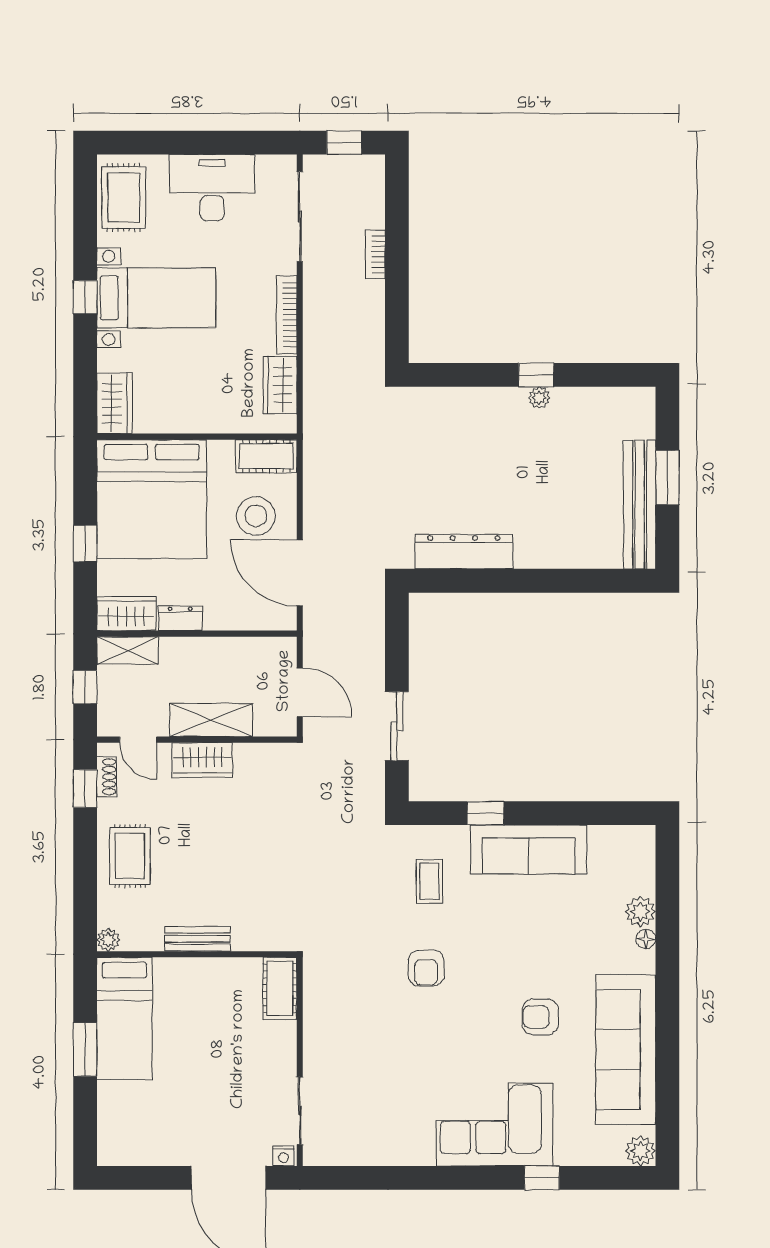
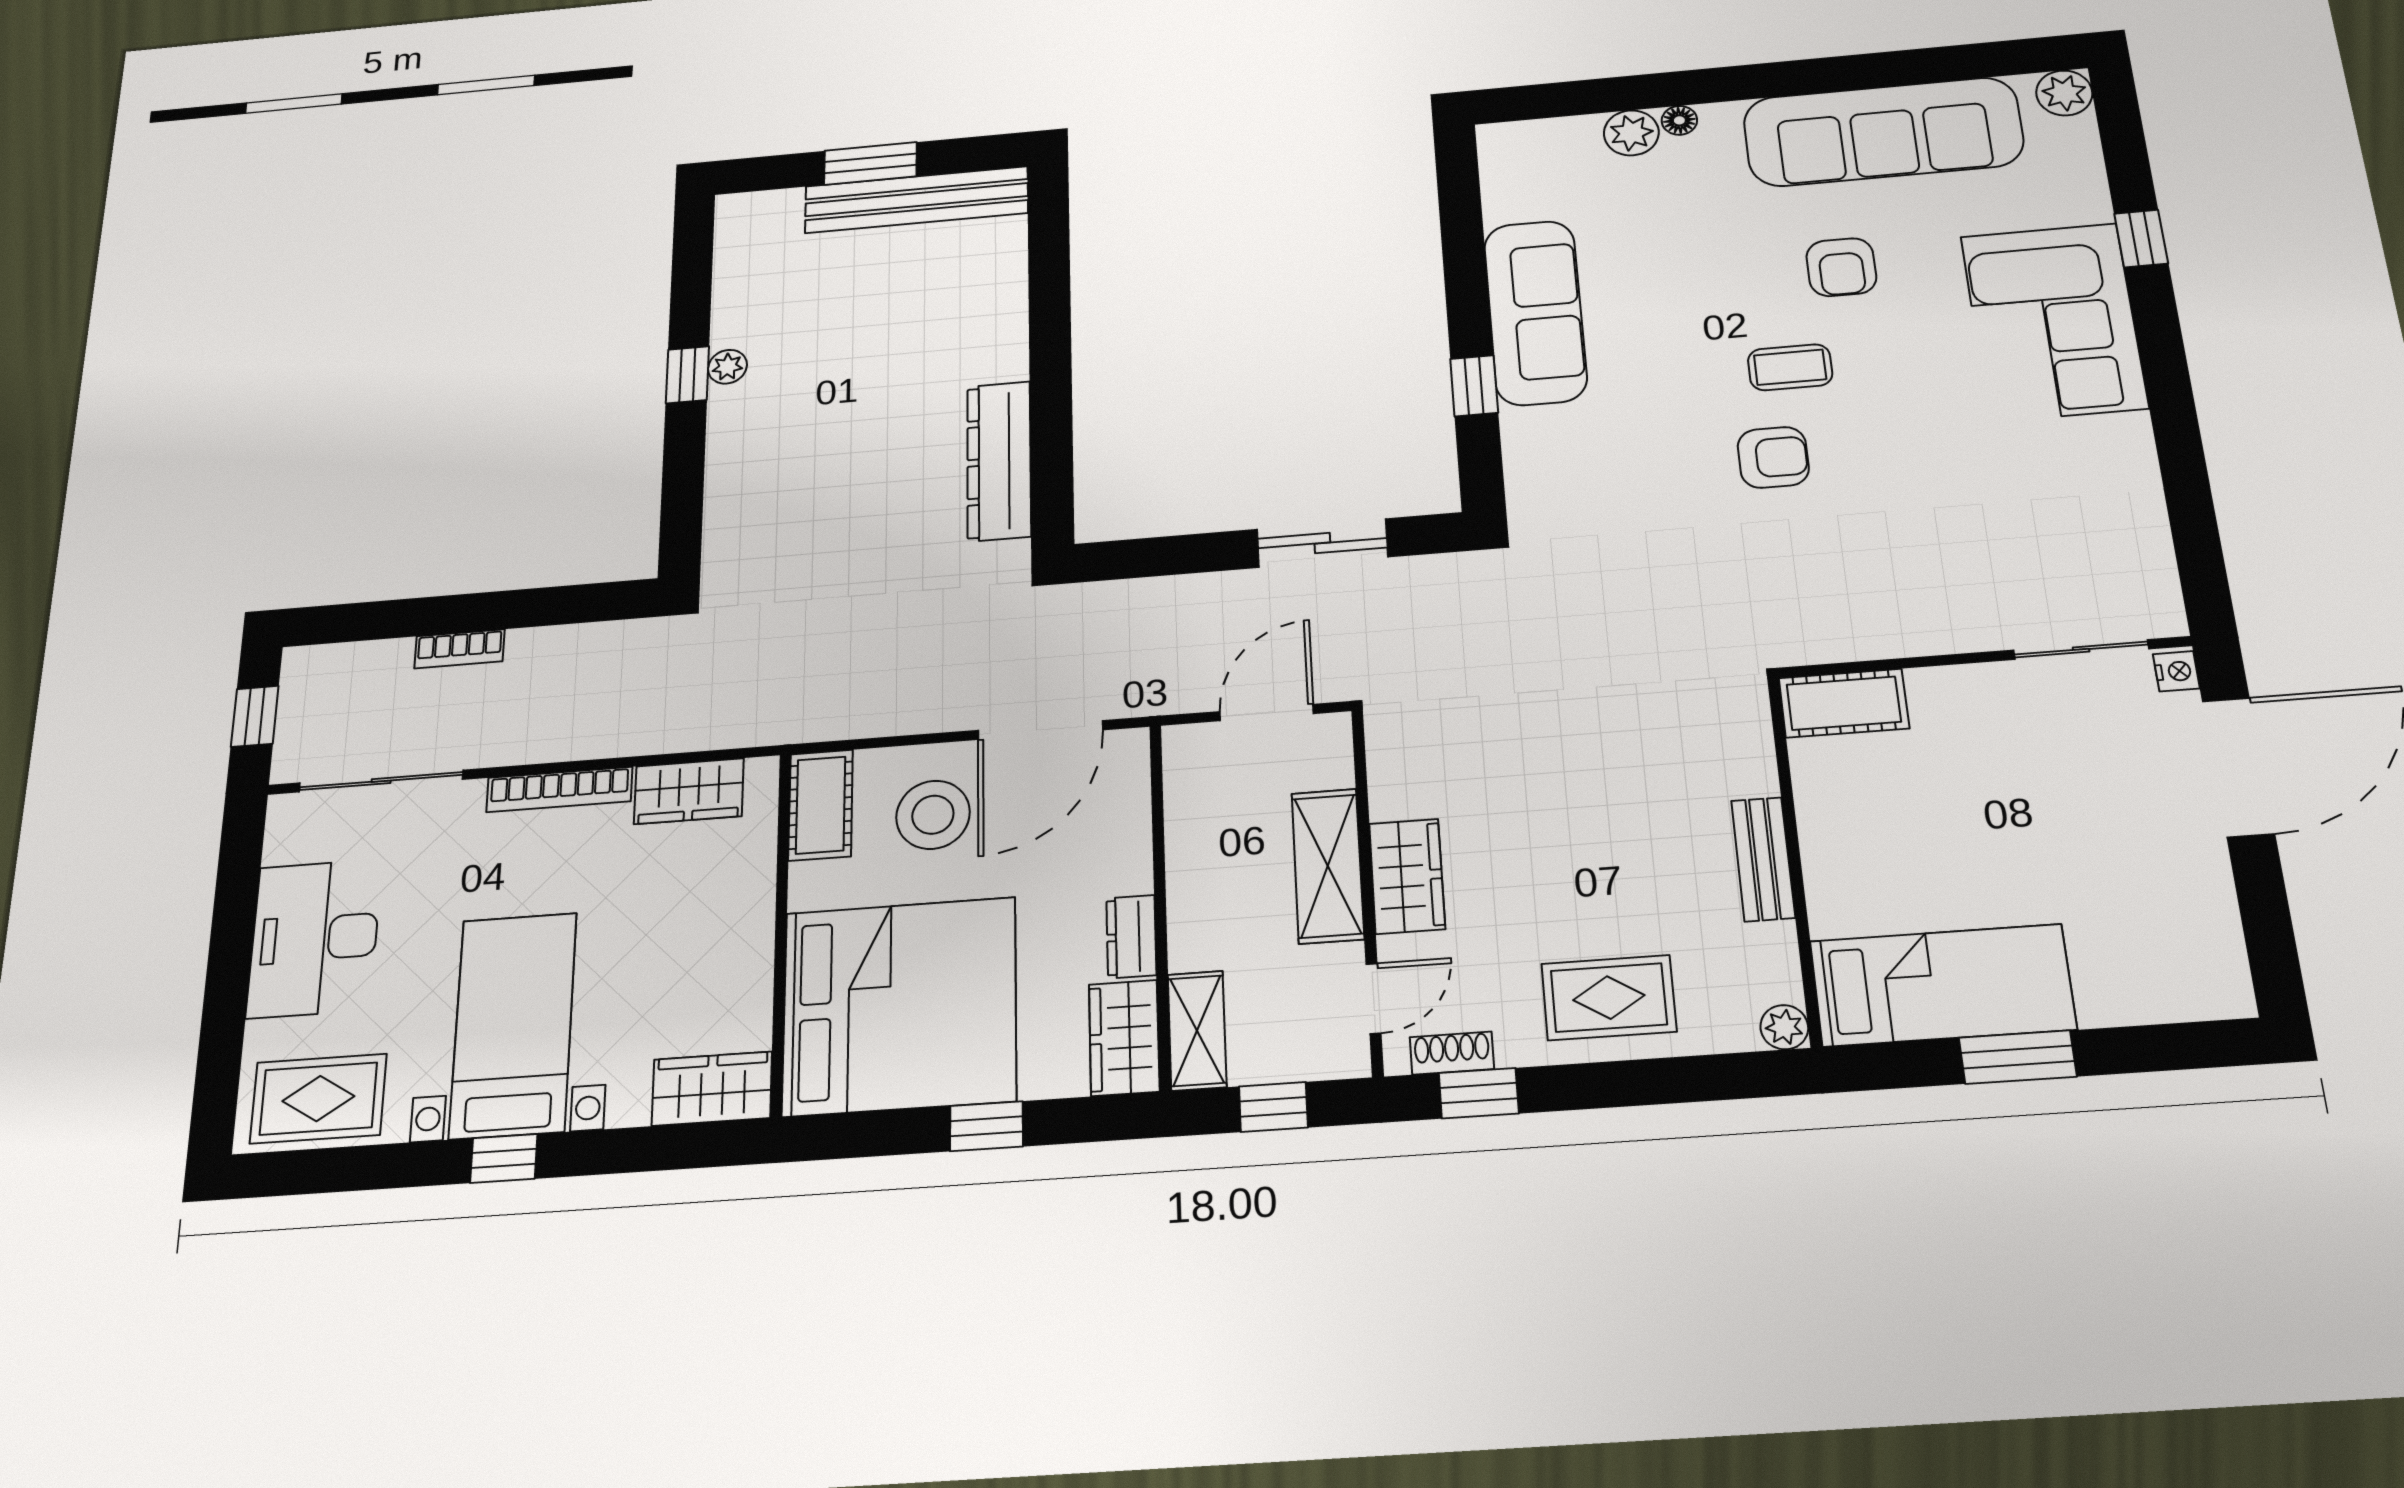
coffee table: (429, 881) -> (1790, 367), moved

